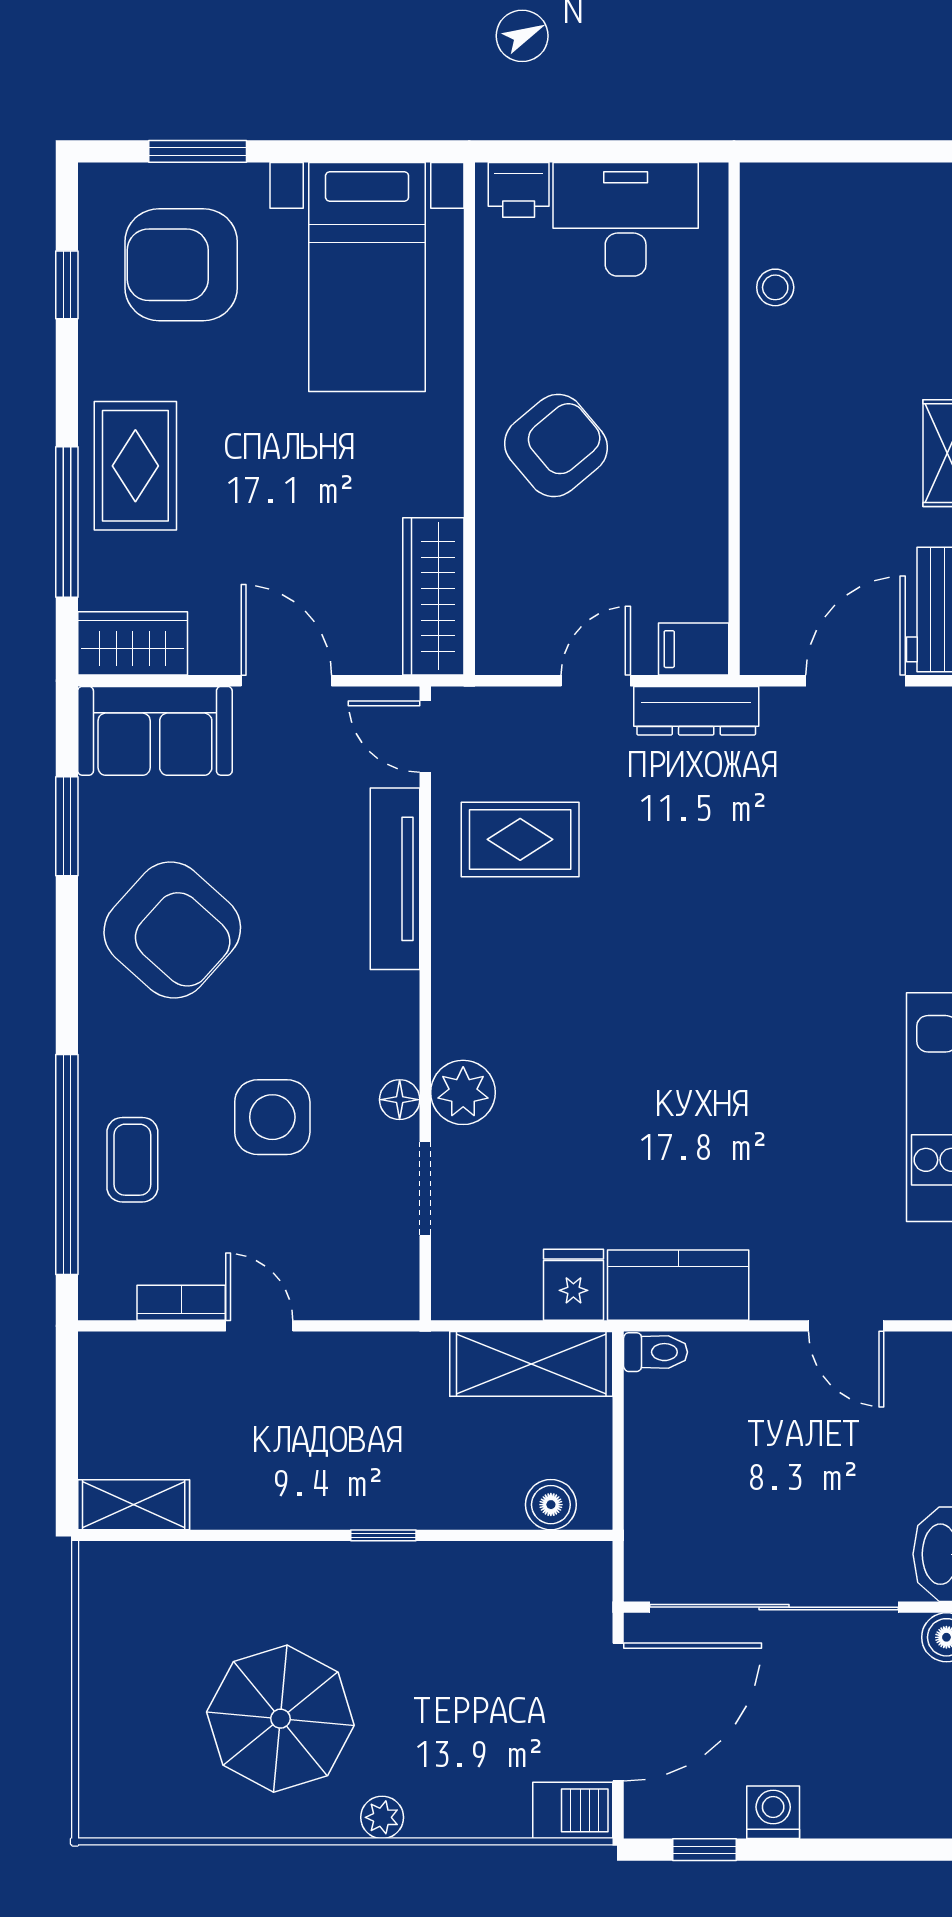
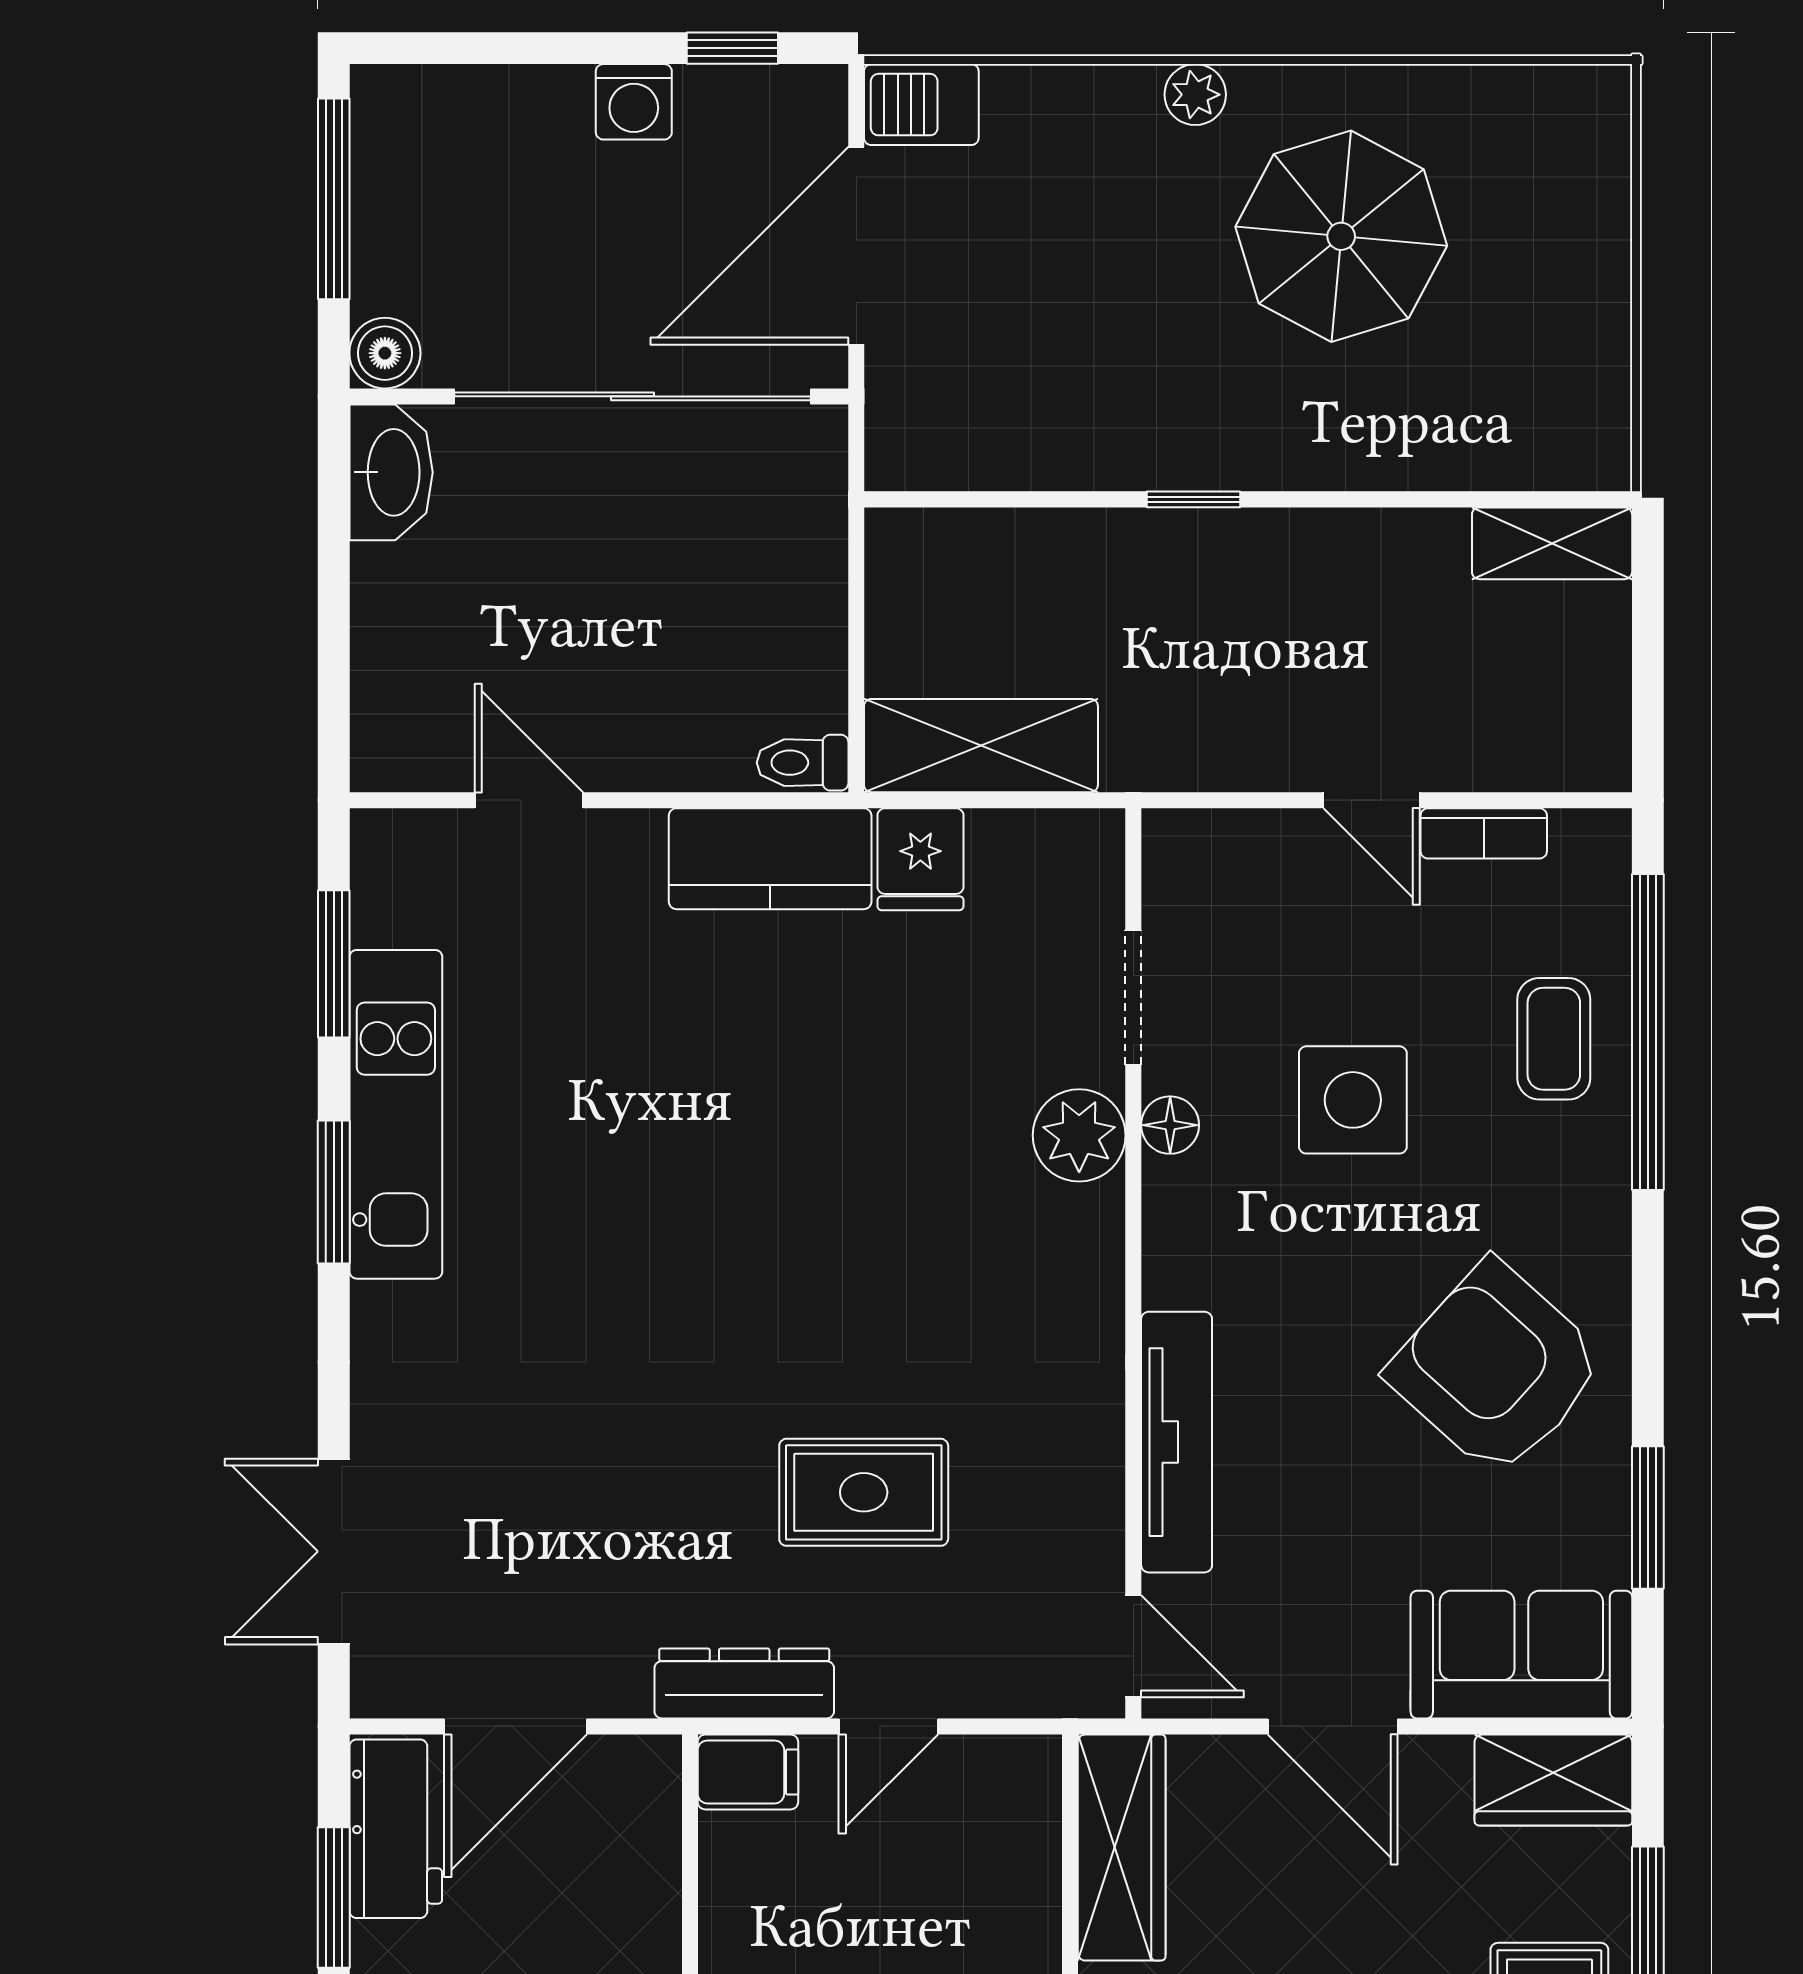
rug: (520, 839) -> (864, 1492), moved
boiler: (551, 1505) -> (953, 544), removed

